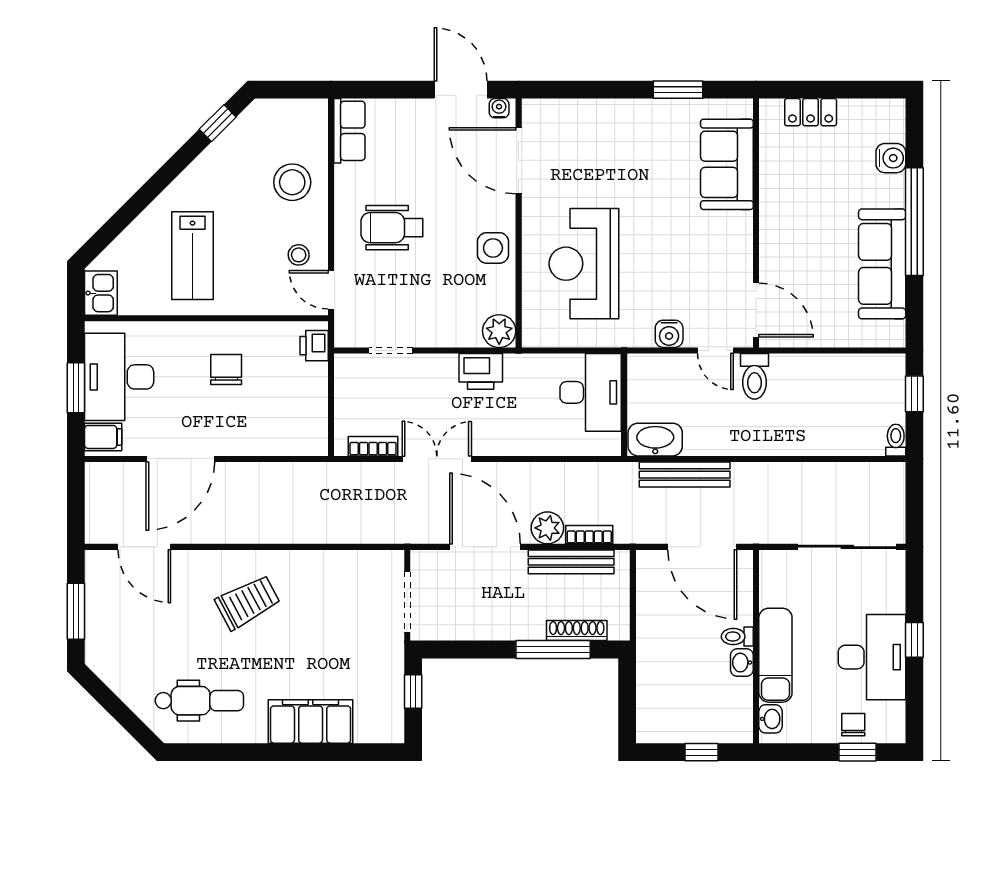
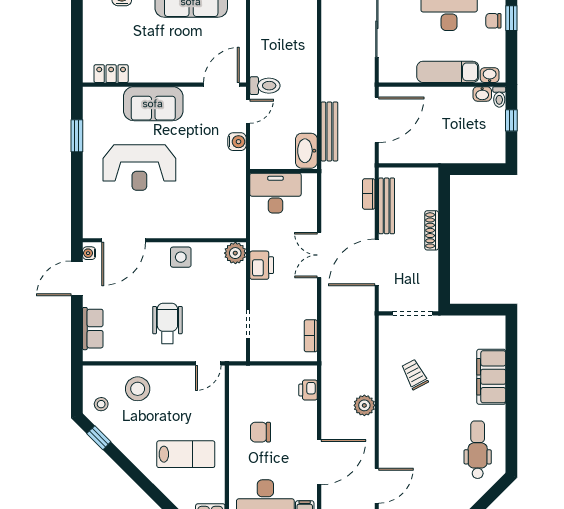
locker: (811, 112) -> (111, 74), moved, turned -90
row of seats: (349, 131) -> (93, 329), moved, turned 90
sofa: (727, 164) -> (153, 104), moved
wheelchair: (392, 228) -> (167, 323), turned 180
stool: (299, 255) -> (101, 404), moved
reception desk: (584, 264) -> (139, 168), moved
printer: (314, 346) -> (308, 390), moved, turned 90
door: (180, 459) -> (319, 462), hinge flipped
double door: (437, 459) -> (319, 255), moved
plant: (547, 528) -> (364, 405), moved
trolley: (248, 602) -> (415, 374), moved, width x0.73, depth x0.72
shoe rack: (577, 631) -> (432, 230), moved
toilet: (737, 637) -> (499, 97), moved
window: (553, 650) -> (444, 218), removed
washbasin: (742, 663) -> (482, 94), moved
window: (413, 692) -> (472, 310), removed

